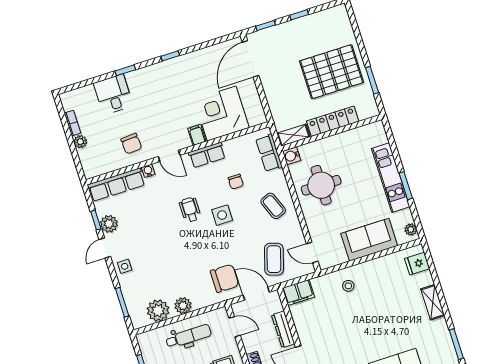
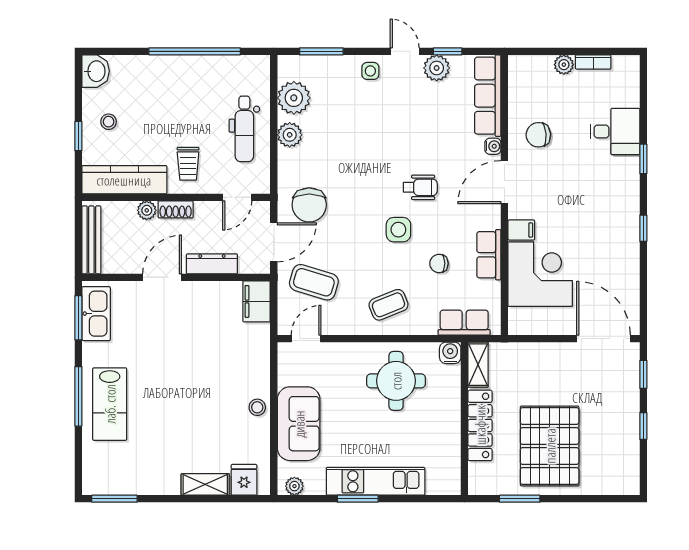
row of seats: (207, 155) -> (489, 255), moved
door: (169, 156) -> (504, 182), width x1.38
stool: (348, 286) -> (257, 407), moved
shelving: (433, 302) -> (205, 484), moved

